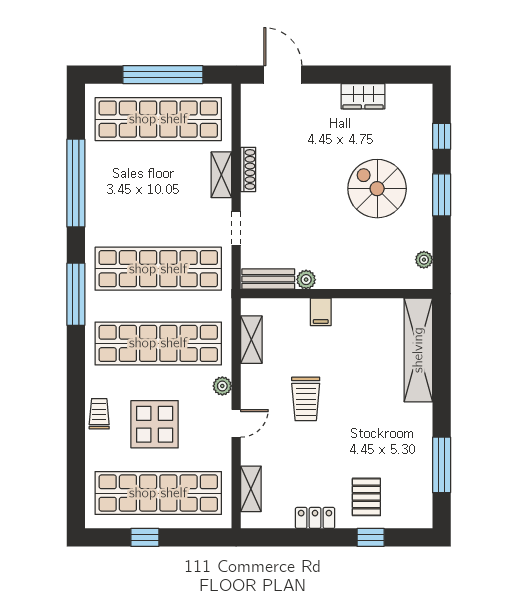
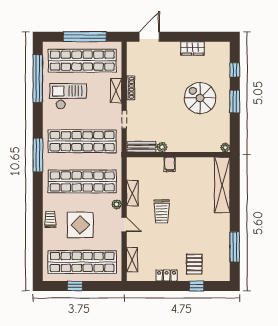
door: (283, 75) -> (149, 37), hinge flipped
window: (76, 183) -> (38, 78), moved
checkout: (132, 185) -> (68, 96), added
plant: (424, 260) -> (225, 148), moved
shelving: (251, 340) -> (132, 193), moved
door: (236, 423) -> (124, 224), hinge flipped

